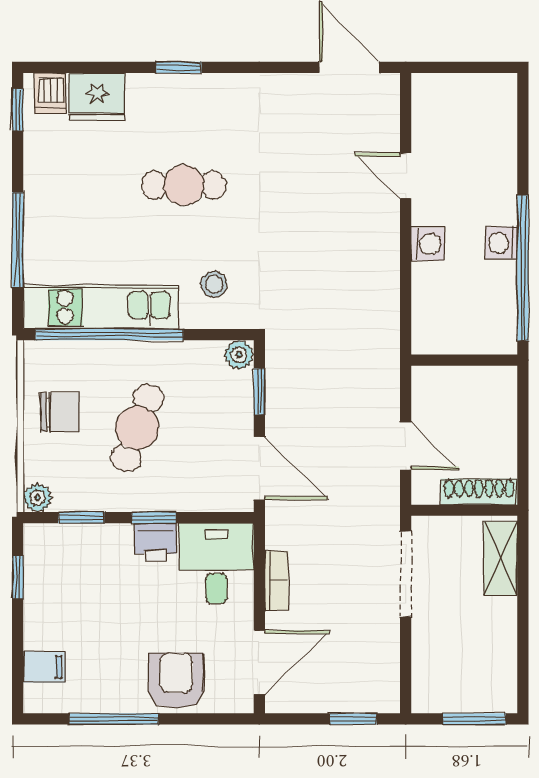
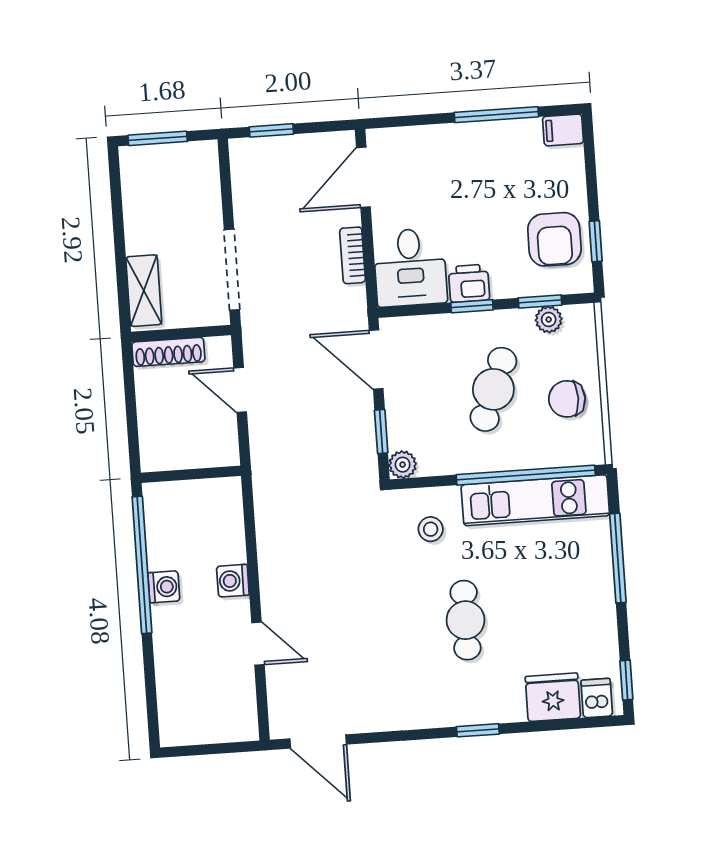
cafe table: (184, 185) -> (465, 620), turned 90
plant: (37, 498) -> (549, 319), moved
filing cabinet: (44, 667) -> (563, 130), moved
armchair: (176, 681) -> (554, 239), moved

